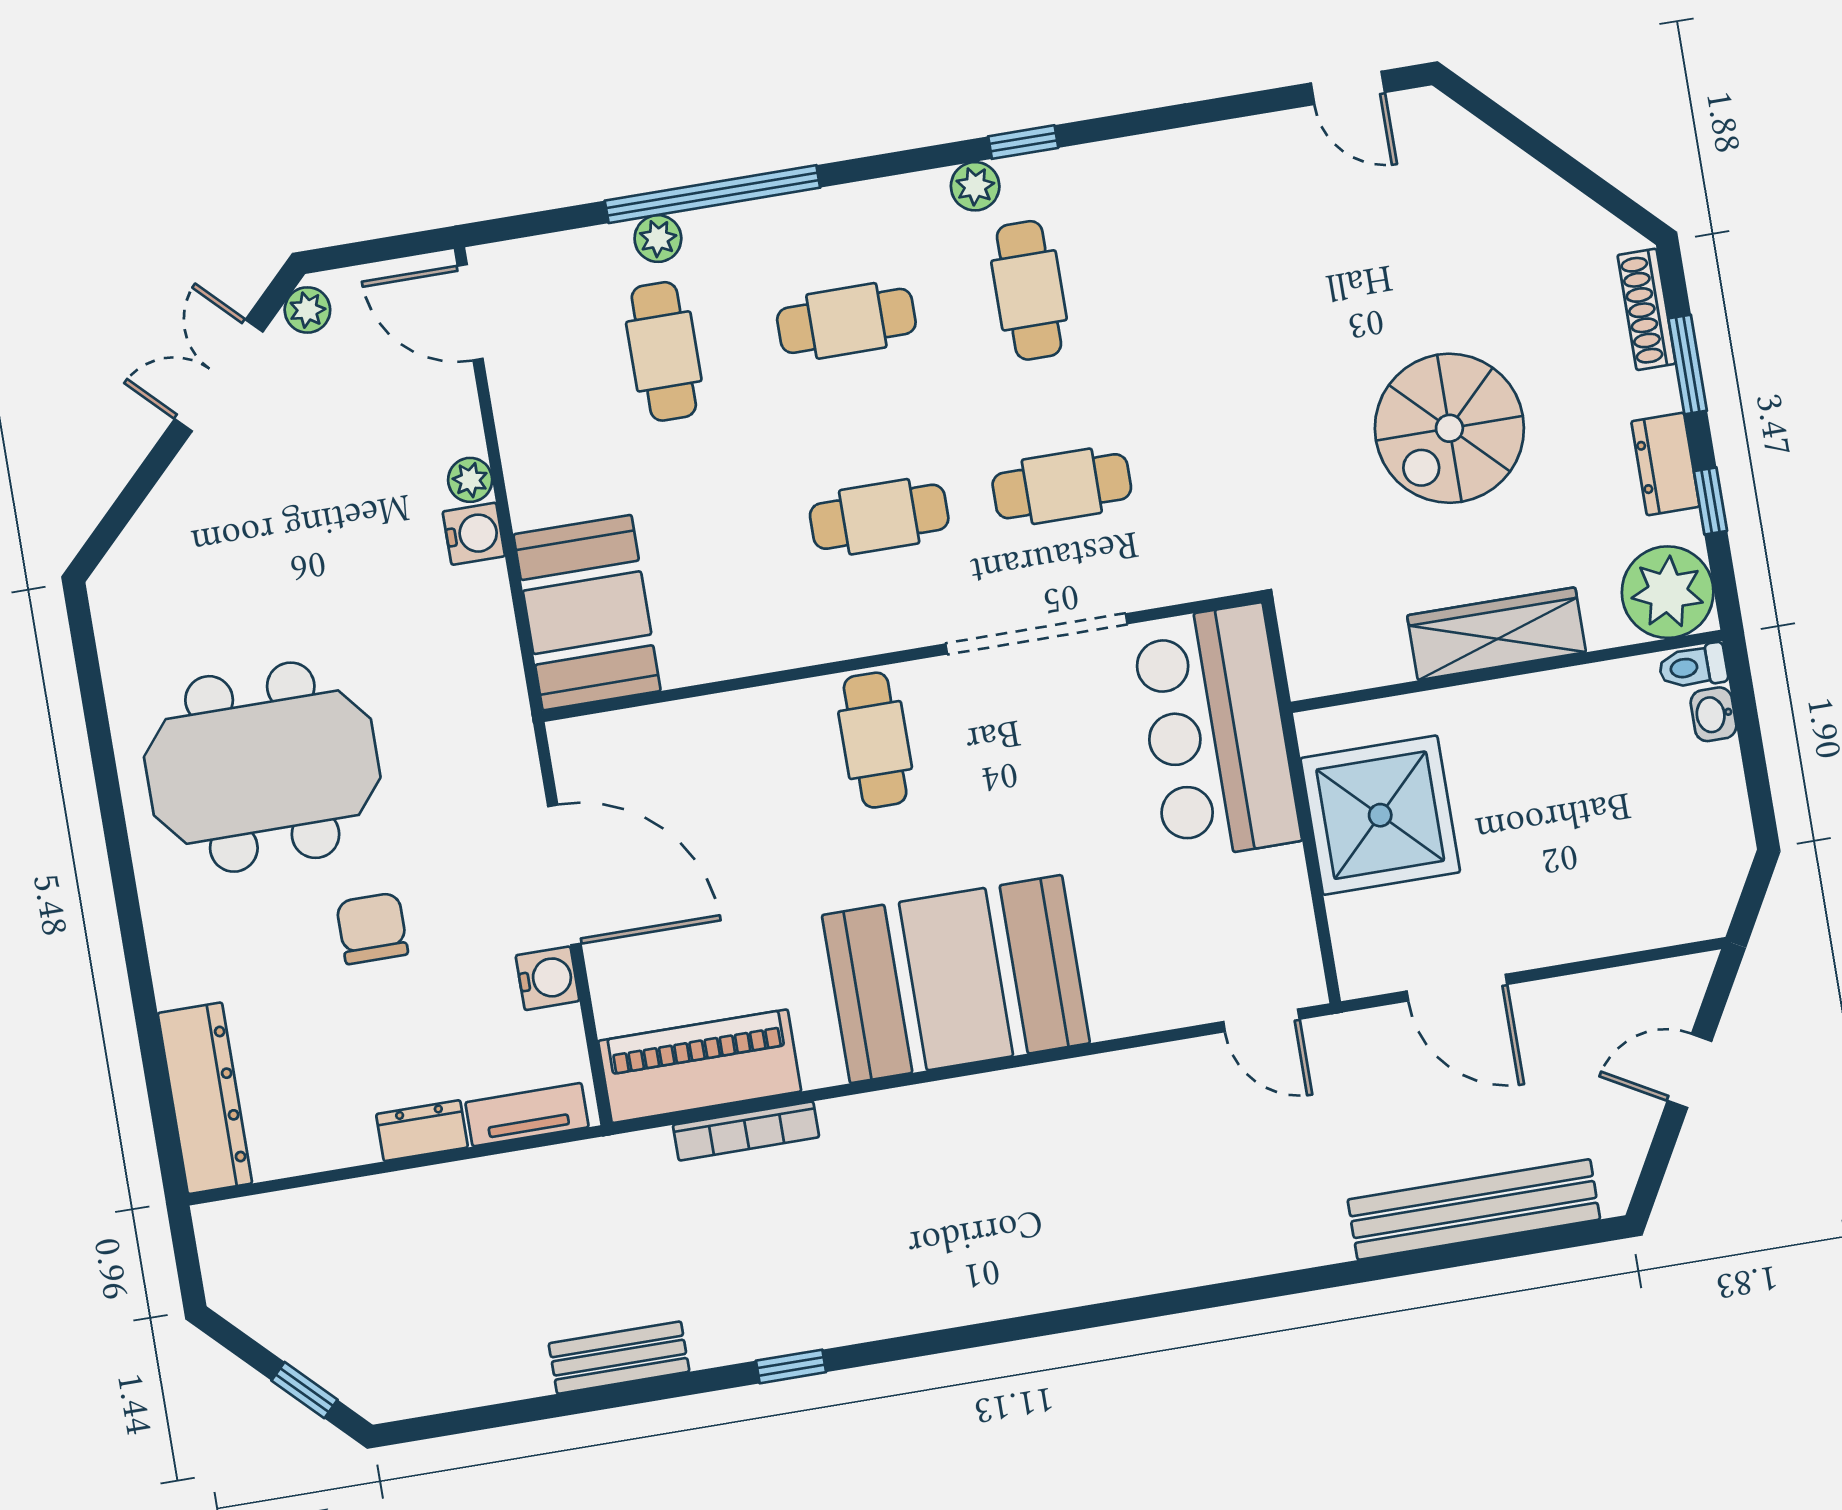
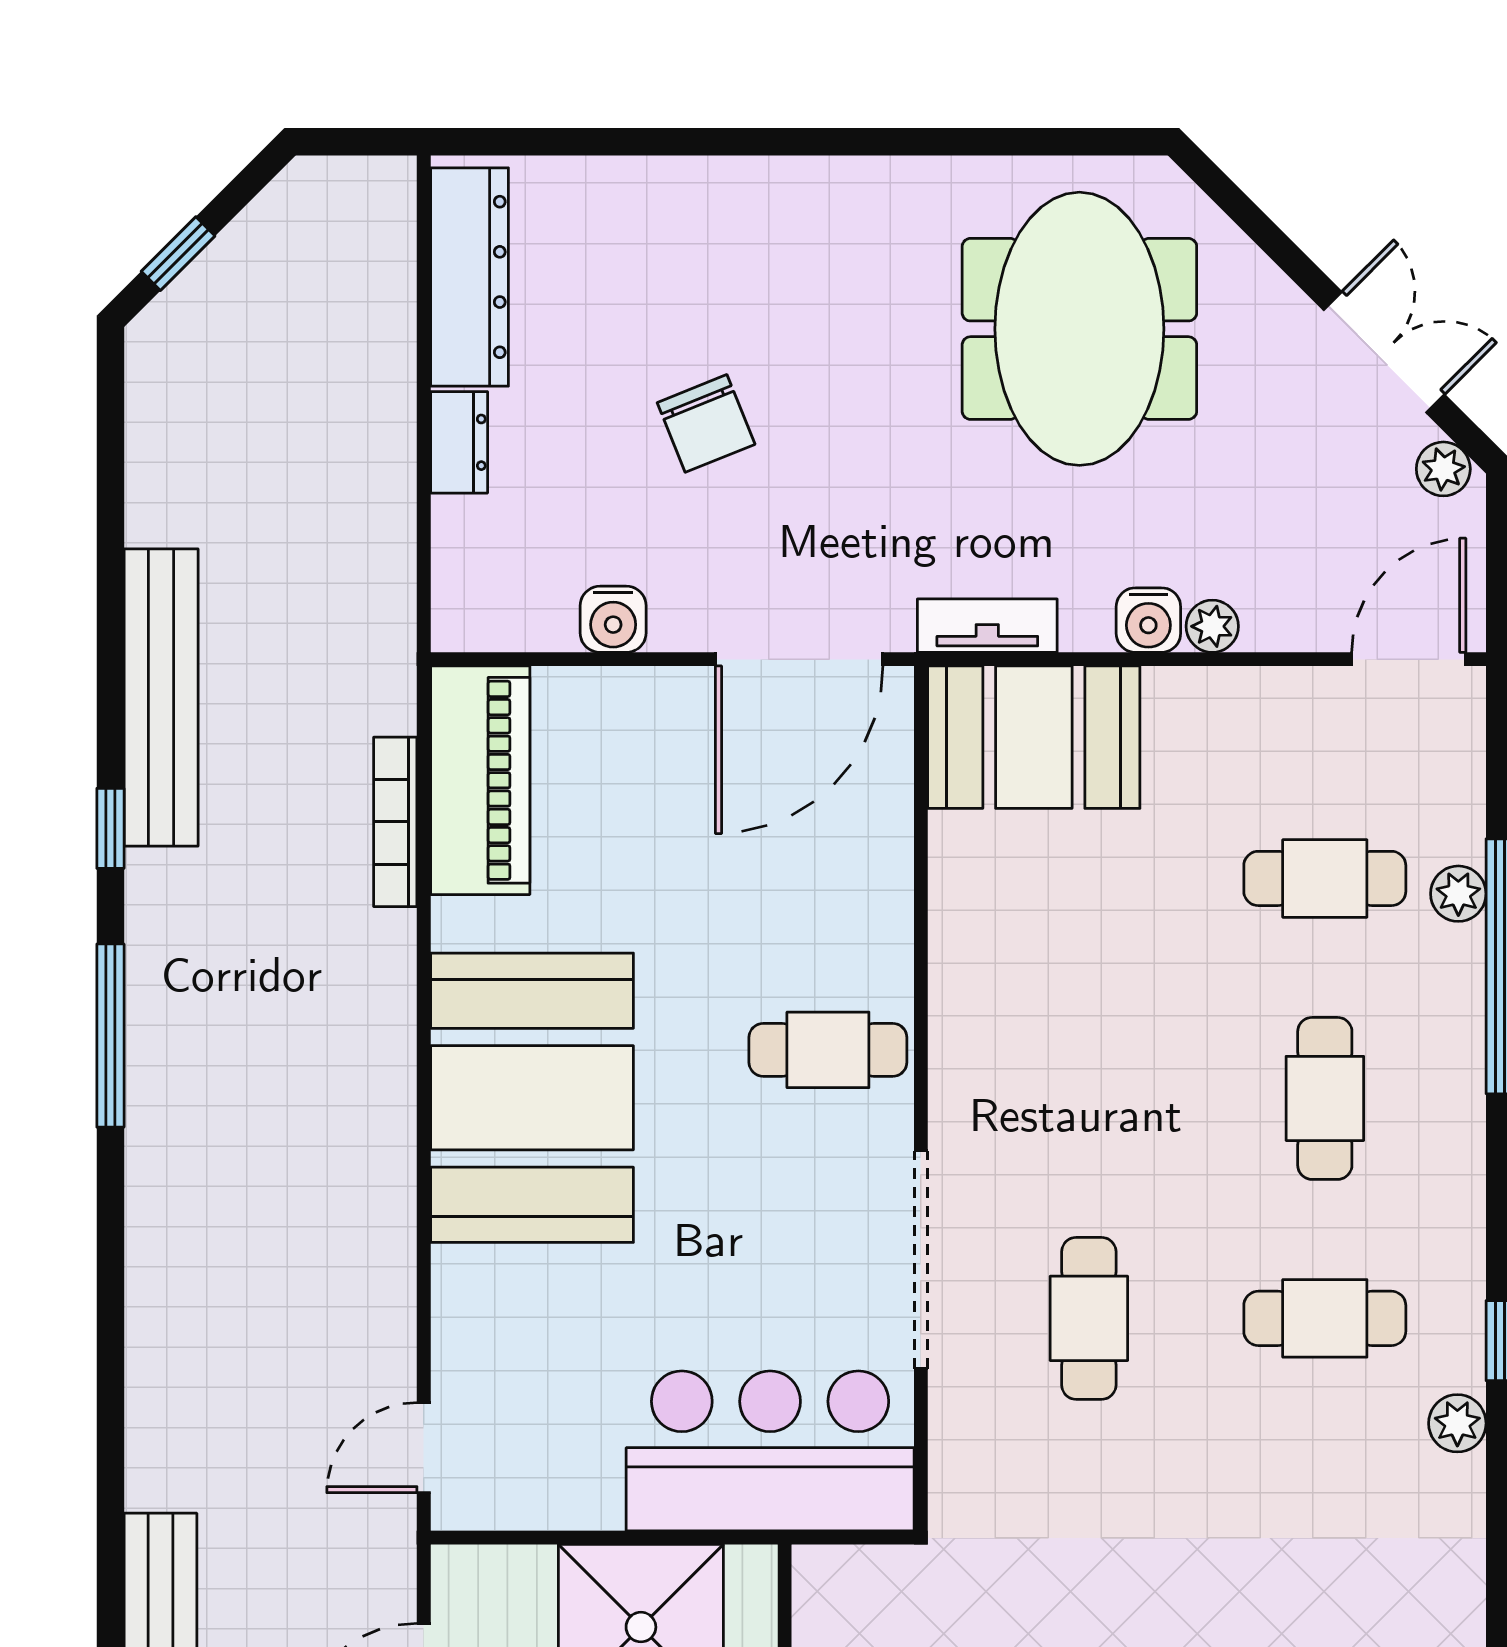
plant: (975, 186) -> (1457, 1423), moved
cafe table: (879, 517) -> (1089, 1098), removed
meeting table: (262, 767) -> (1079, 329), moved
door: (564, 875) -> (799, 659), moved
chair: (372, 928) -> (706, 423), turned 68
dresser: (205, 1098) -> (469, 277), moved, turned -90
tv unit: (527, 1115) -> (987, 626), moved, turned -90
window: (963, 1338) -> (110, 1036), added
bench: (619, 1358) -> (161, 698), width x1.86, depth x1.21

